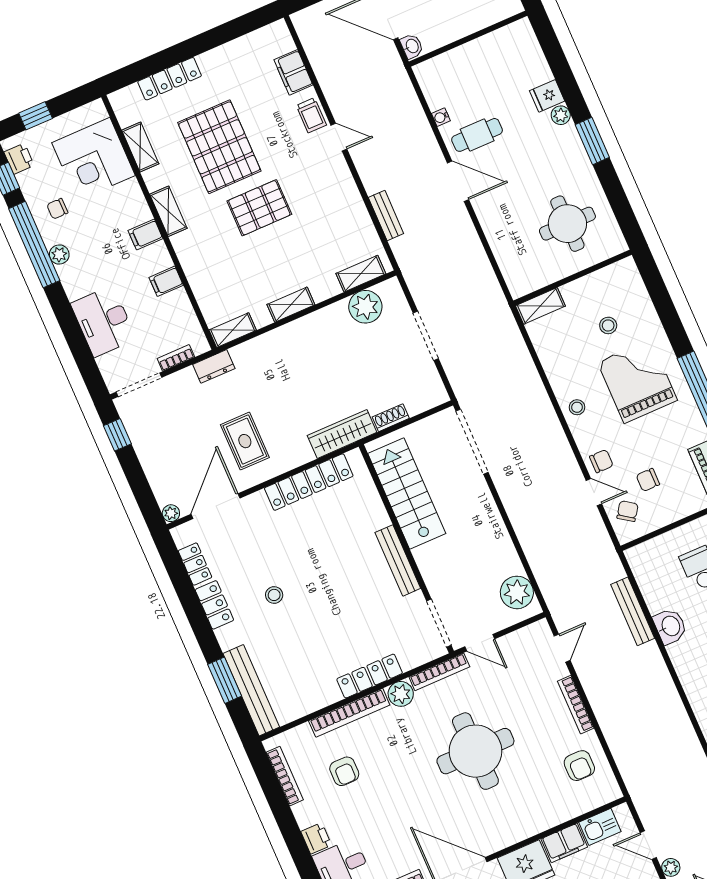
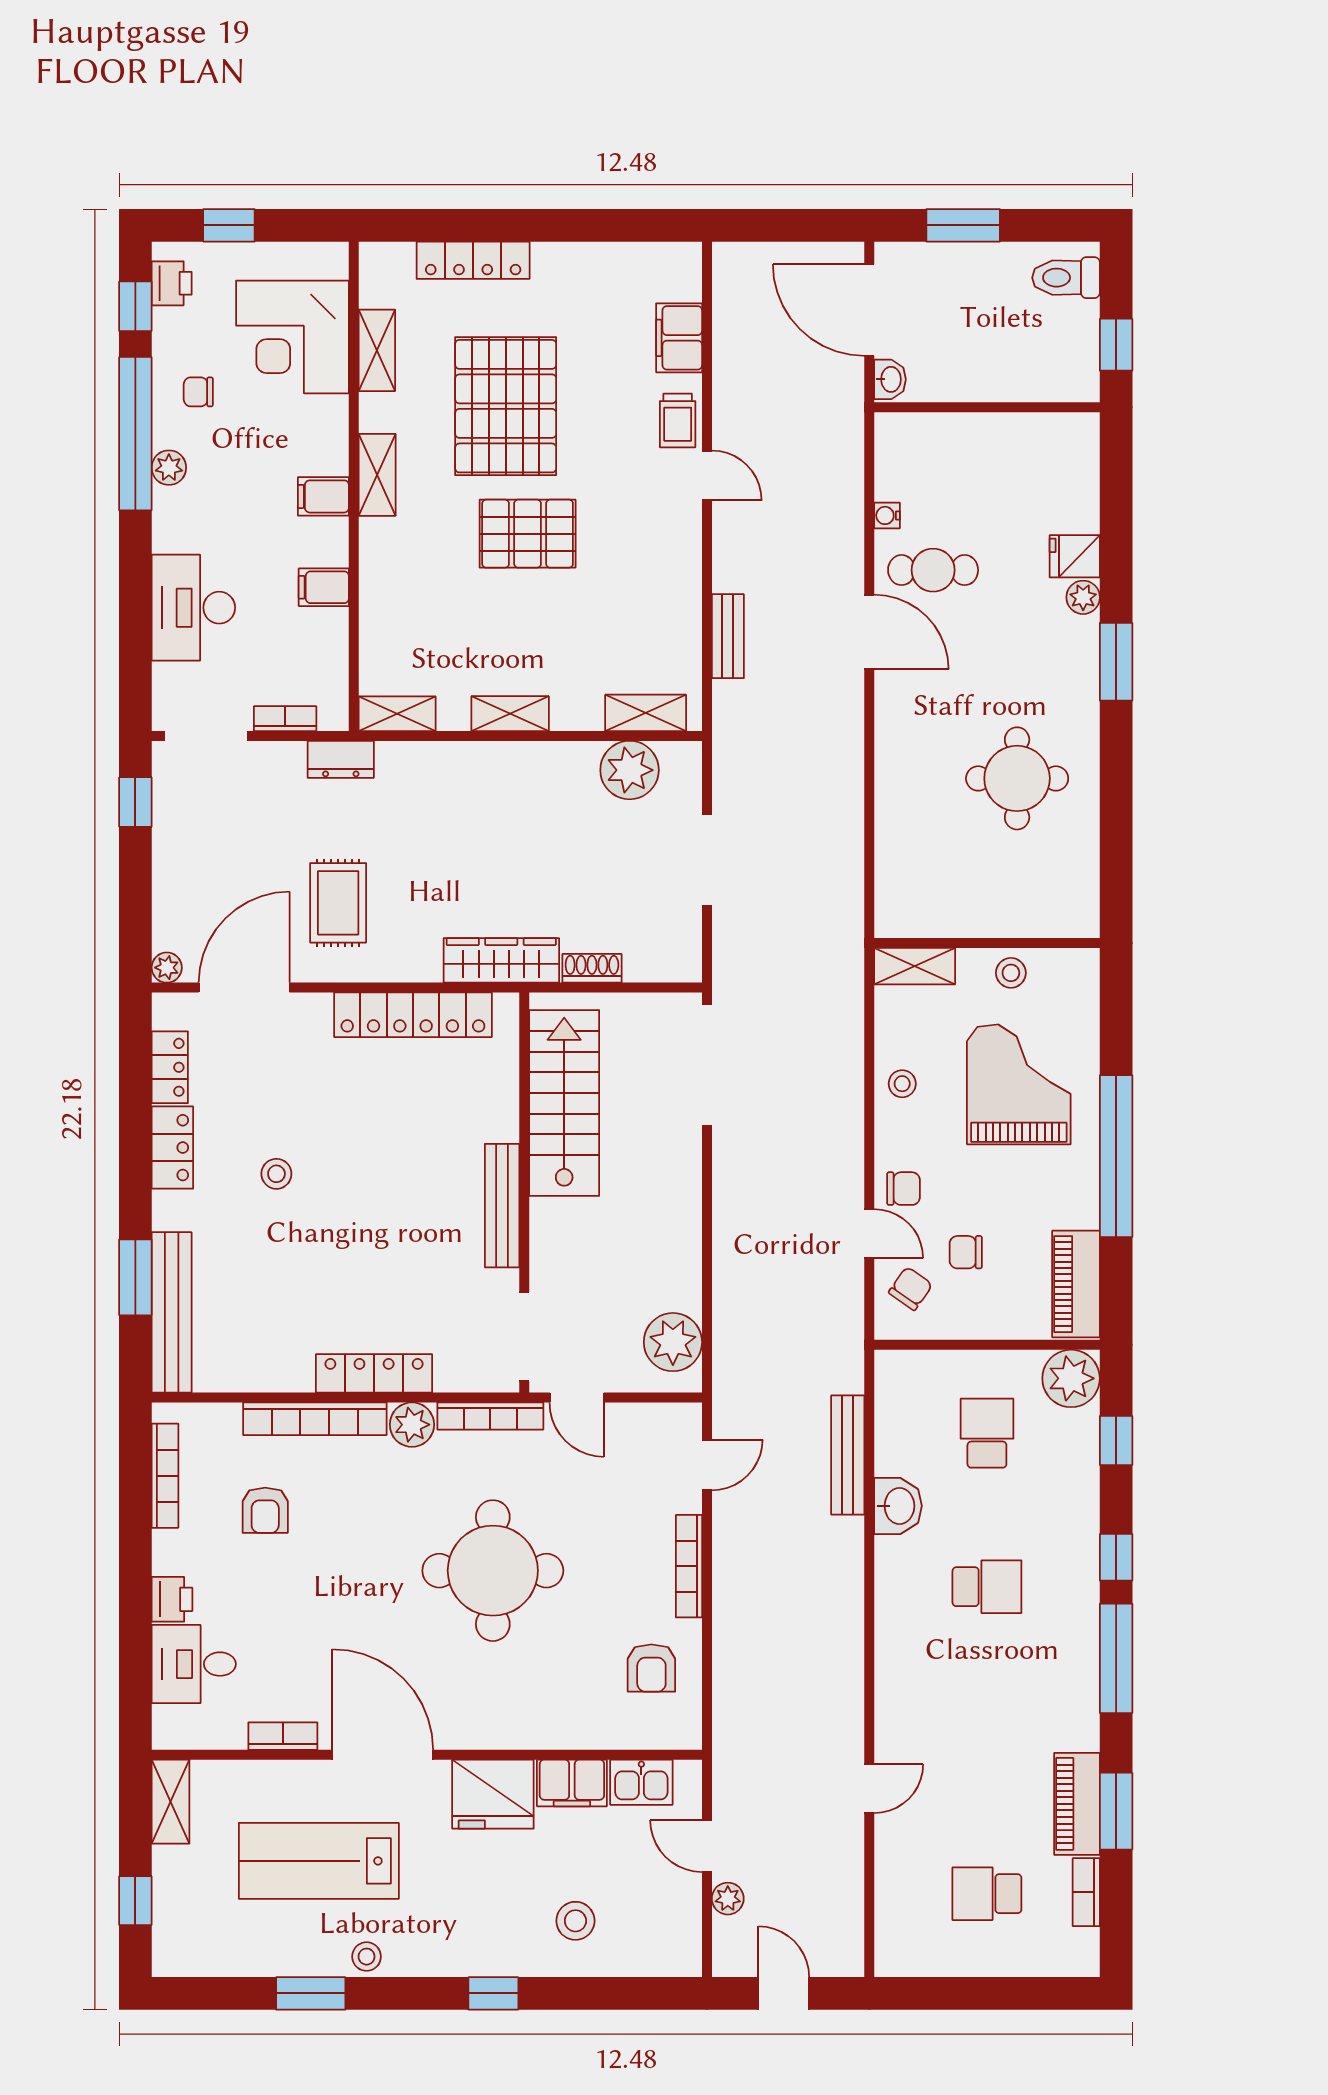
wall: (573, 278) -> (987, 943), moved
shelving: (540, 306) -> (915, 966), moved

